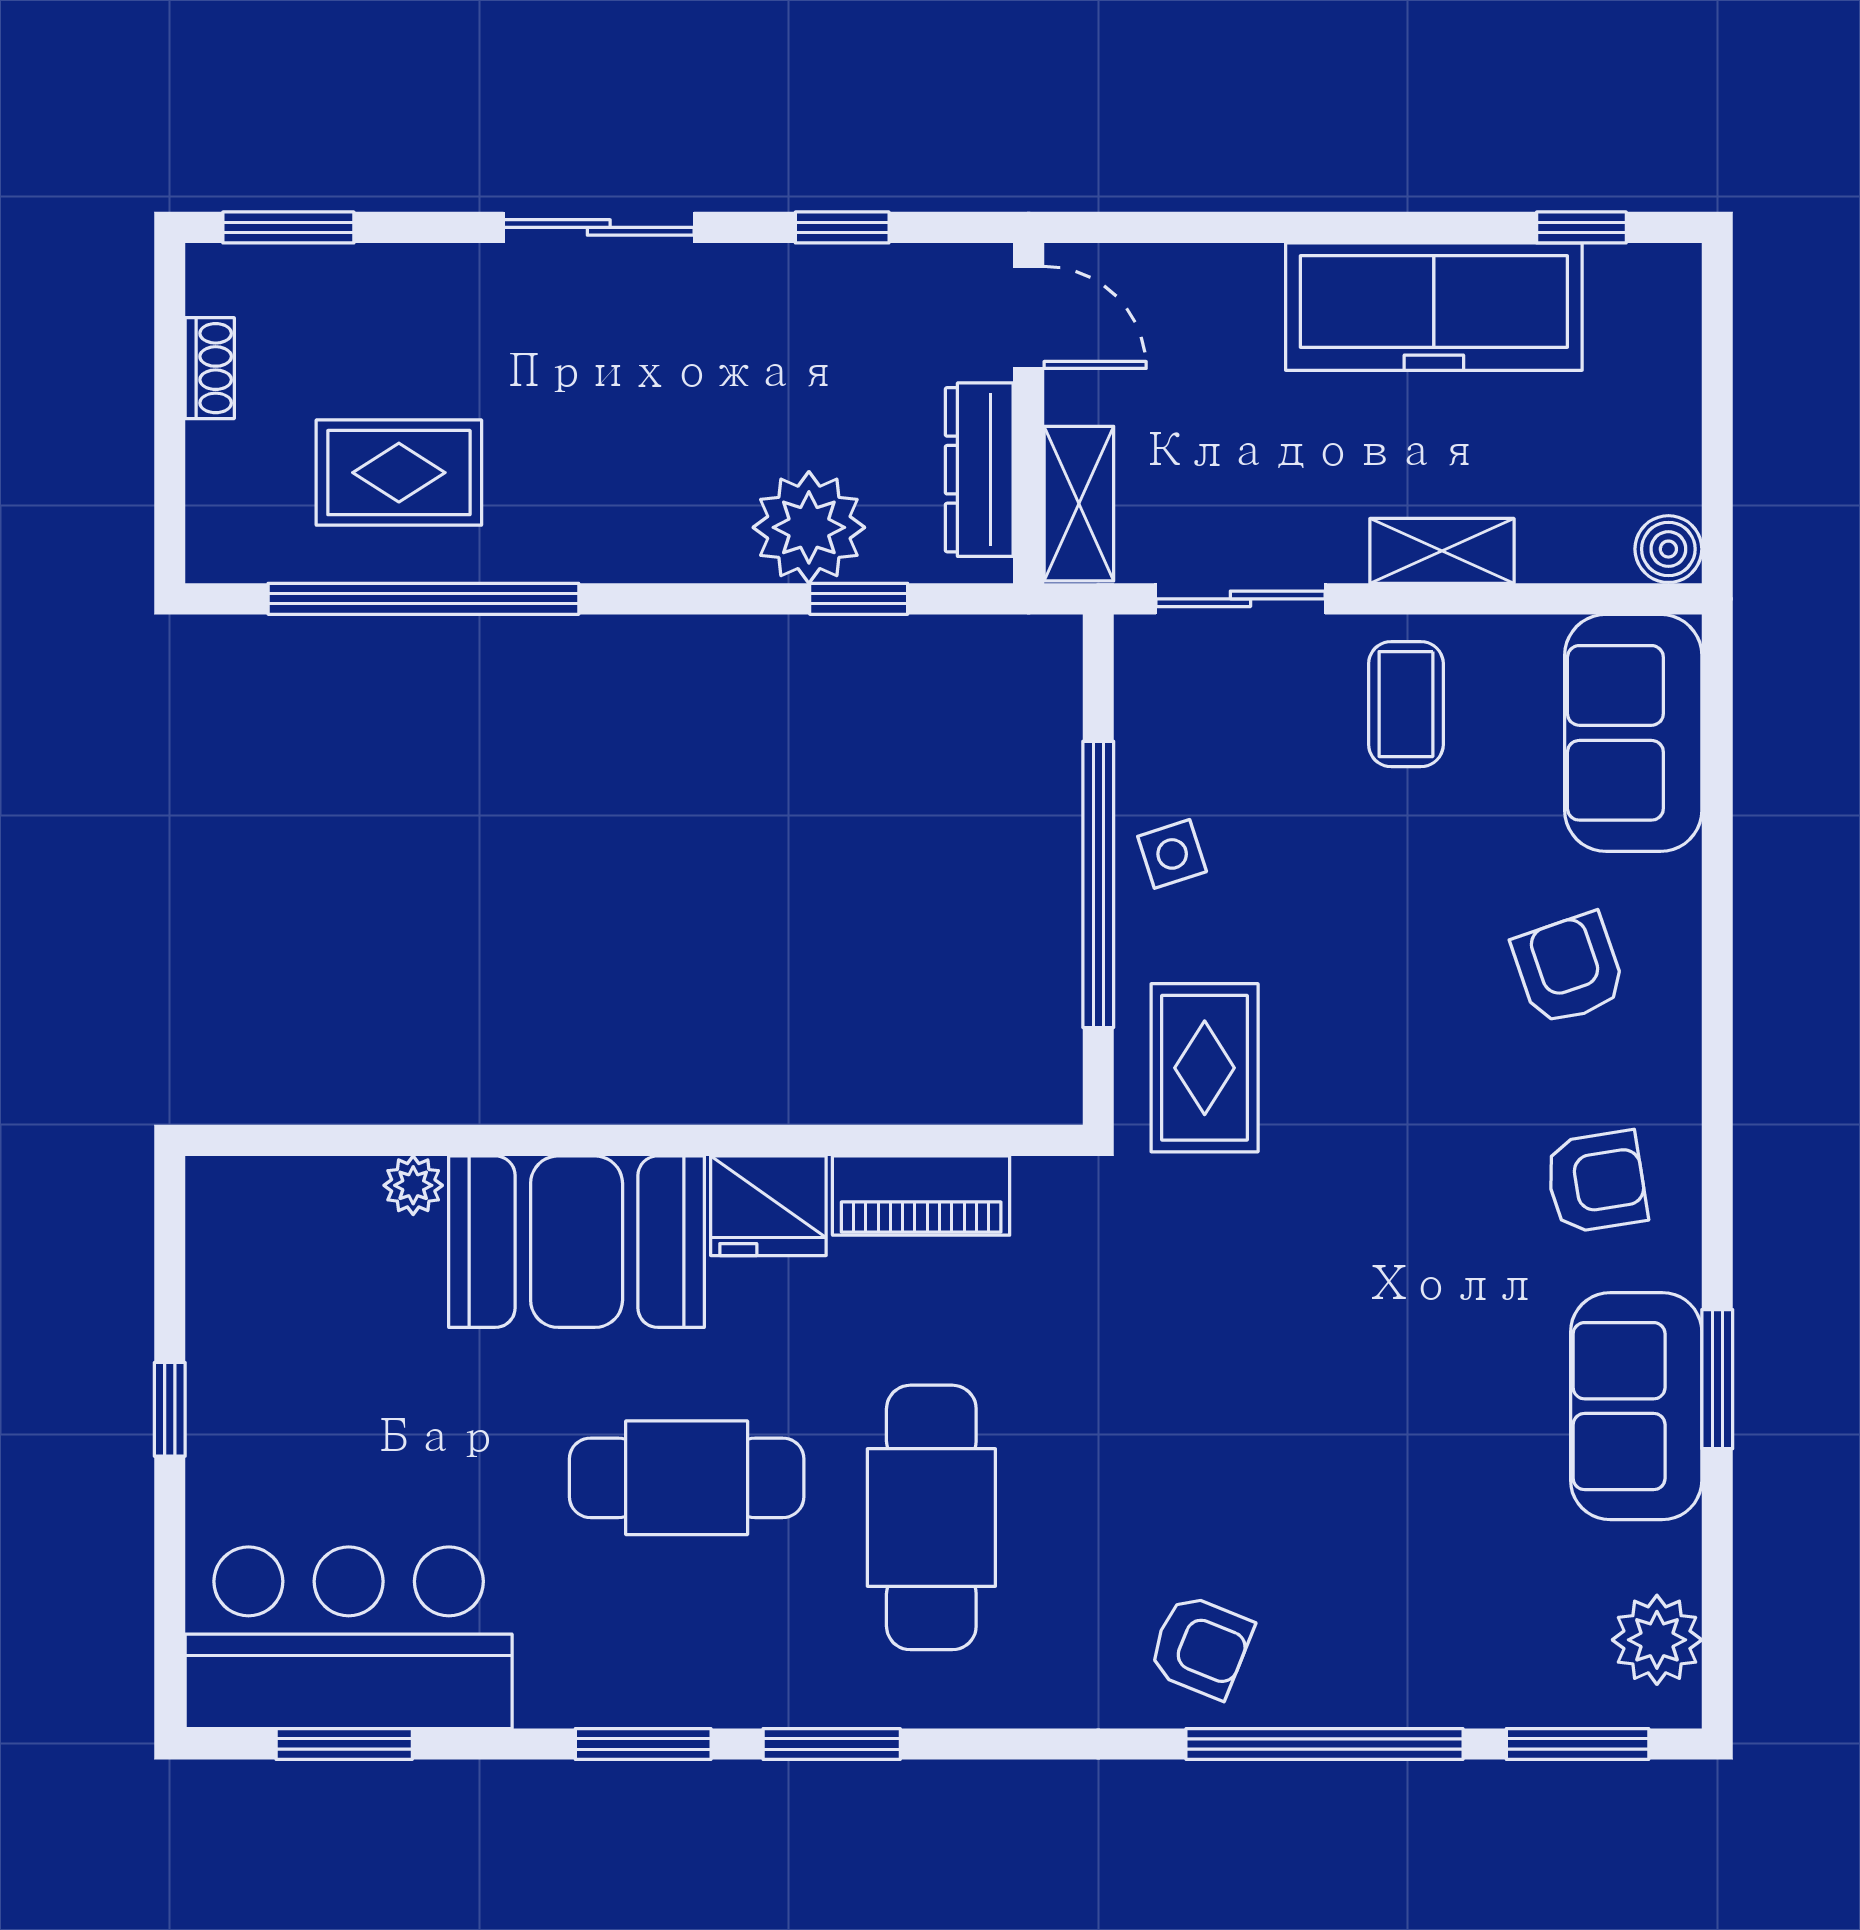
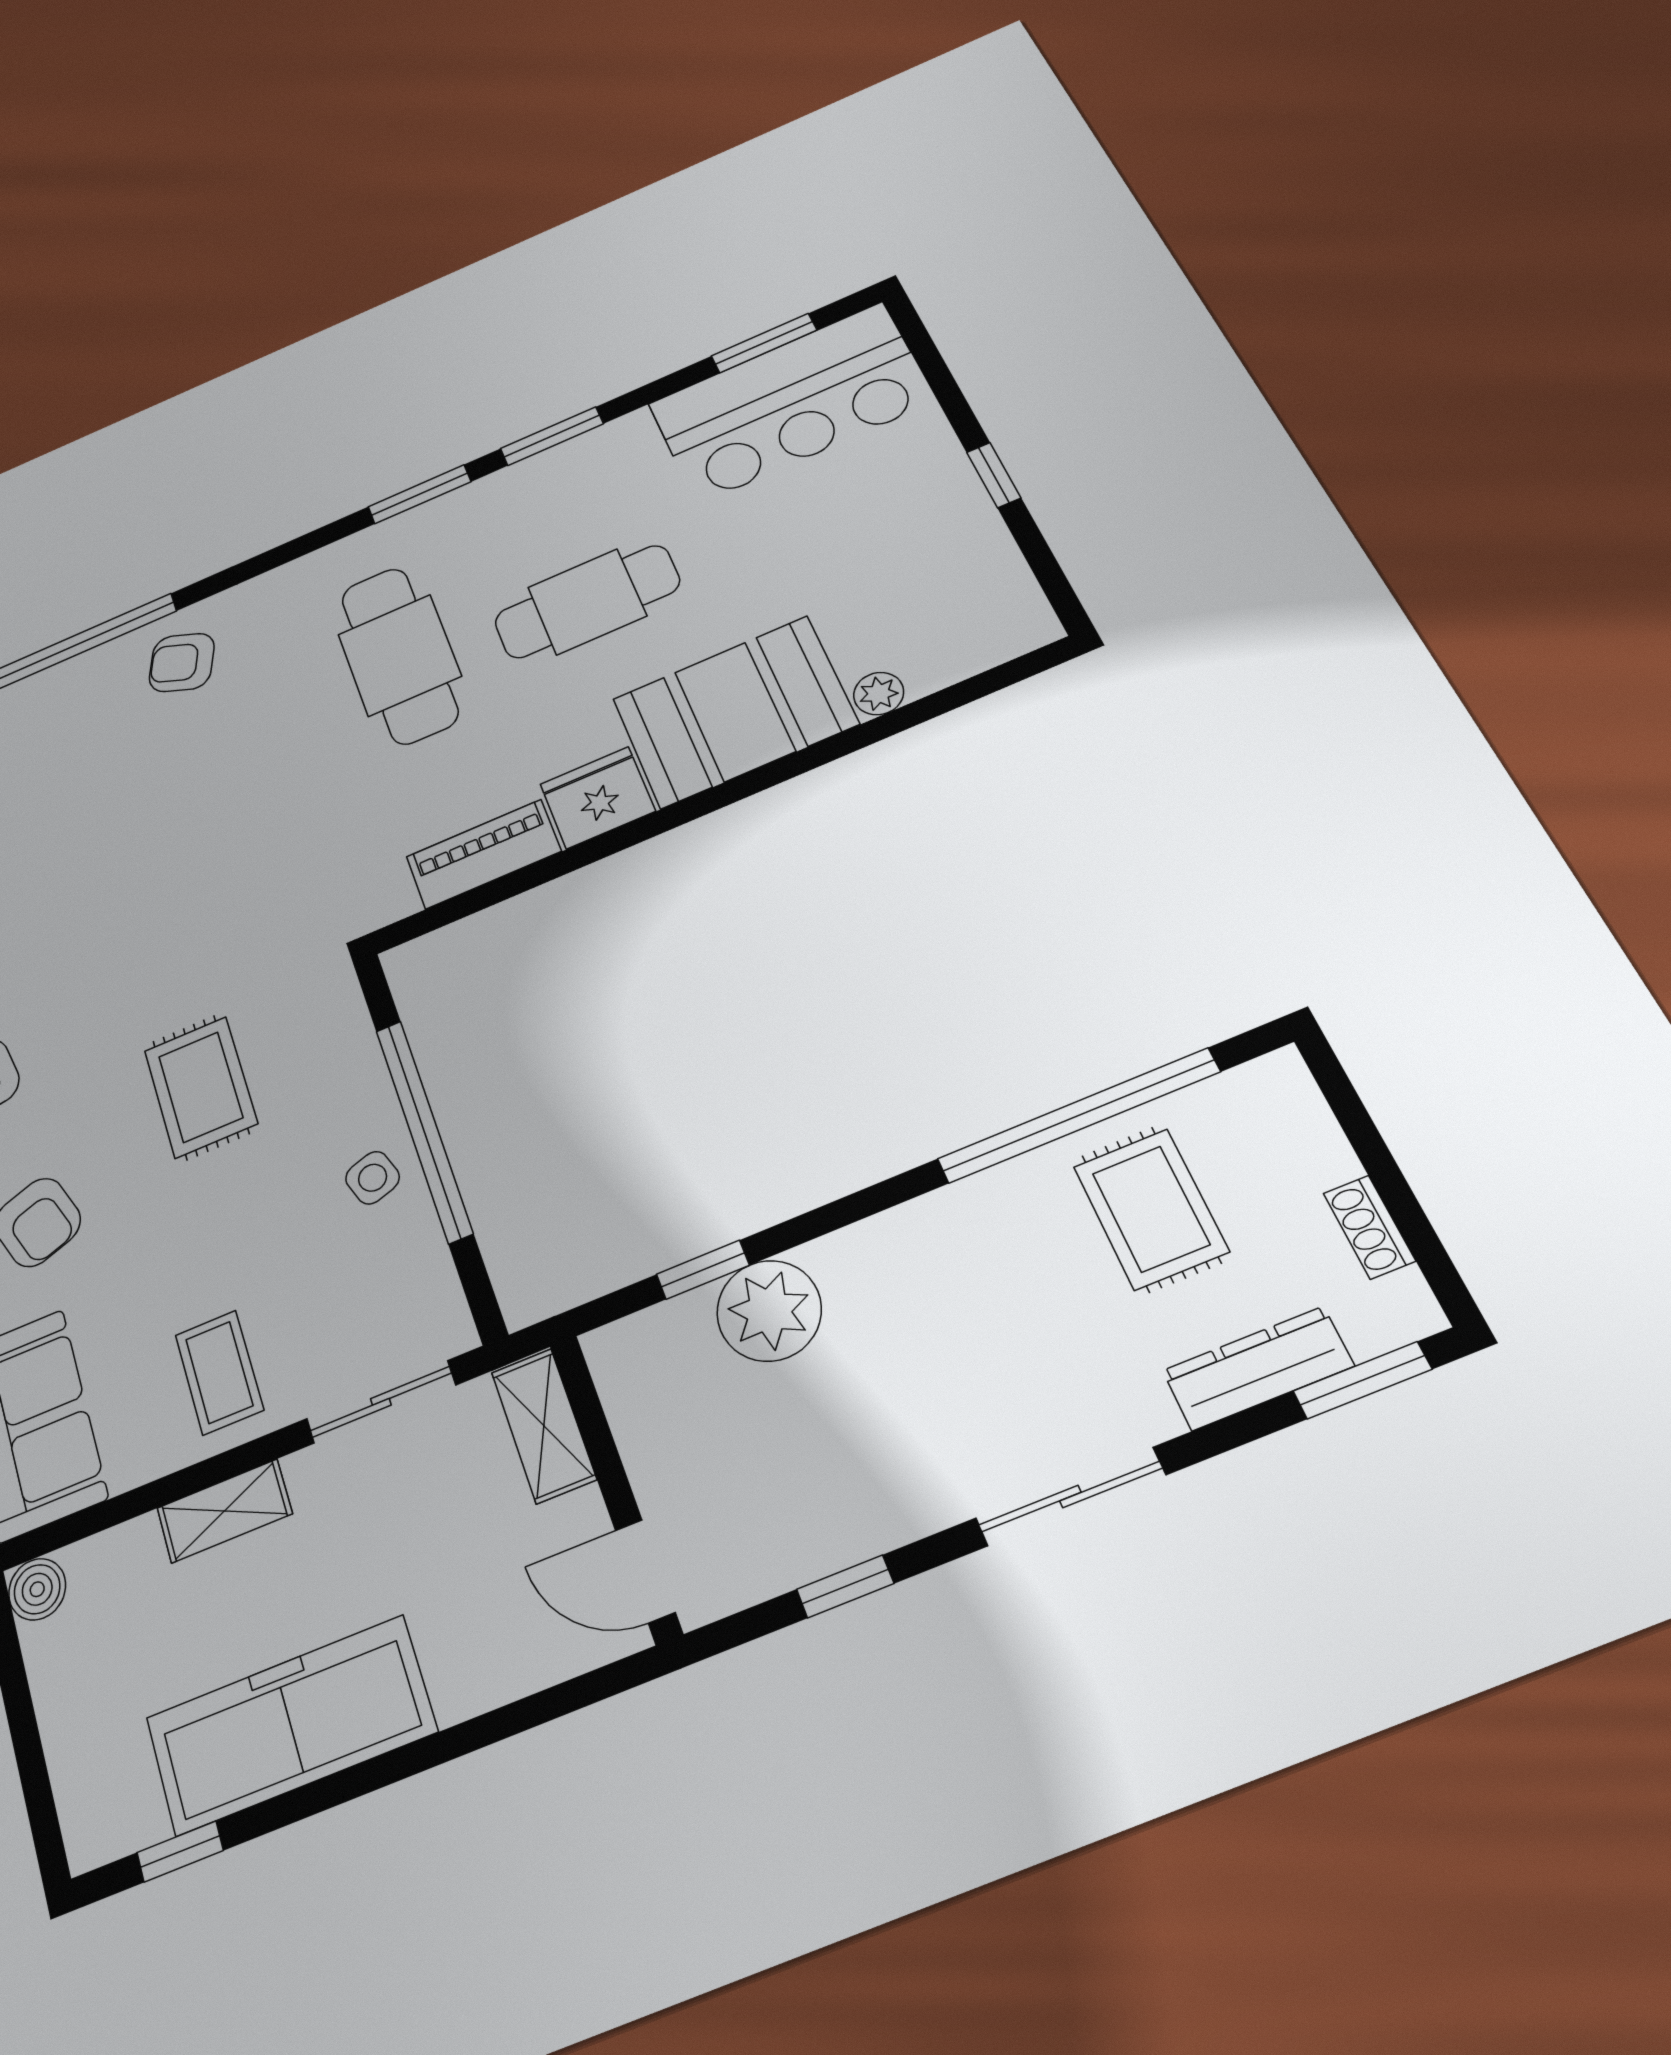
dresser: (979, 470) -> (1258, 1368), moved, turned -90
rug: (399, 473) -> (1151, 1209), turned 90
rug: (1205, 1068) -> (201, 1087), moved

